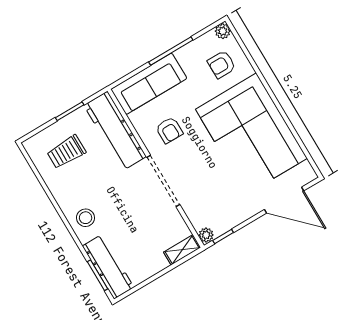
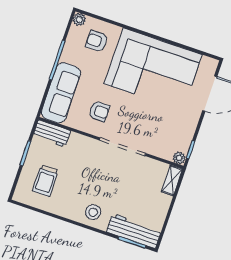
armchair: (222, 64) -> (97, 41), turned 90
workbench: (115, 131) -> (52, 134), width x0.53, depth x0.76

